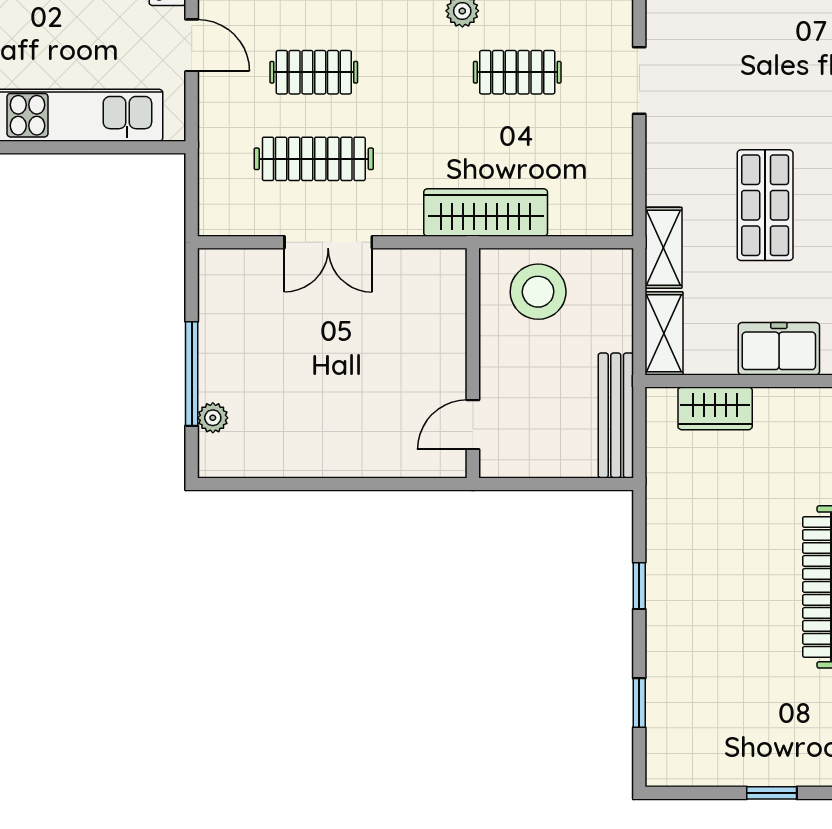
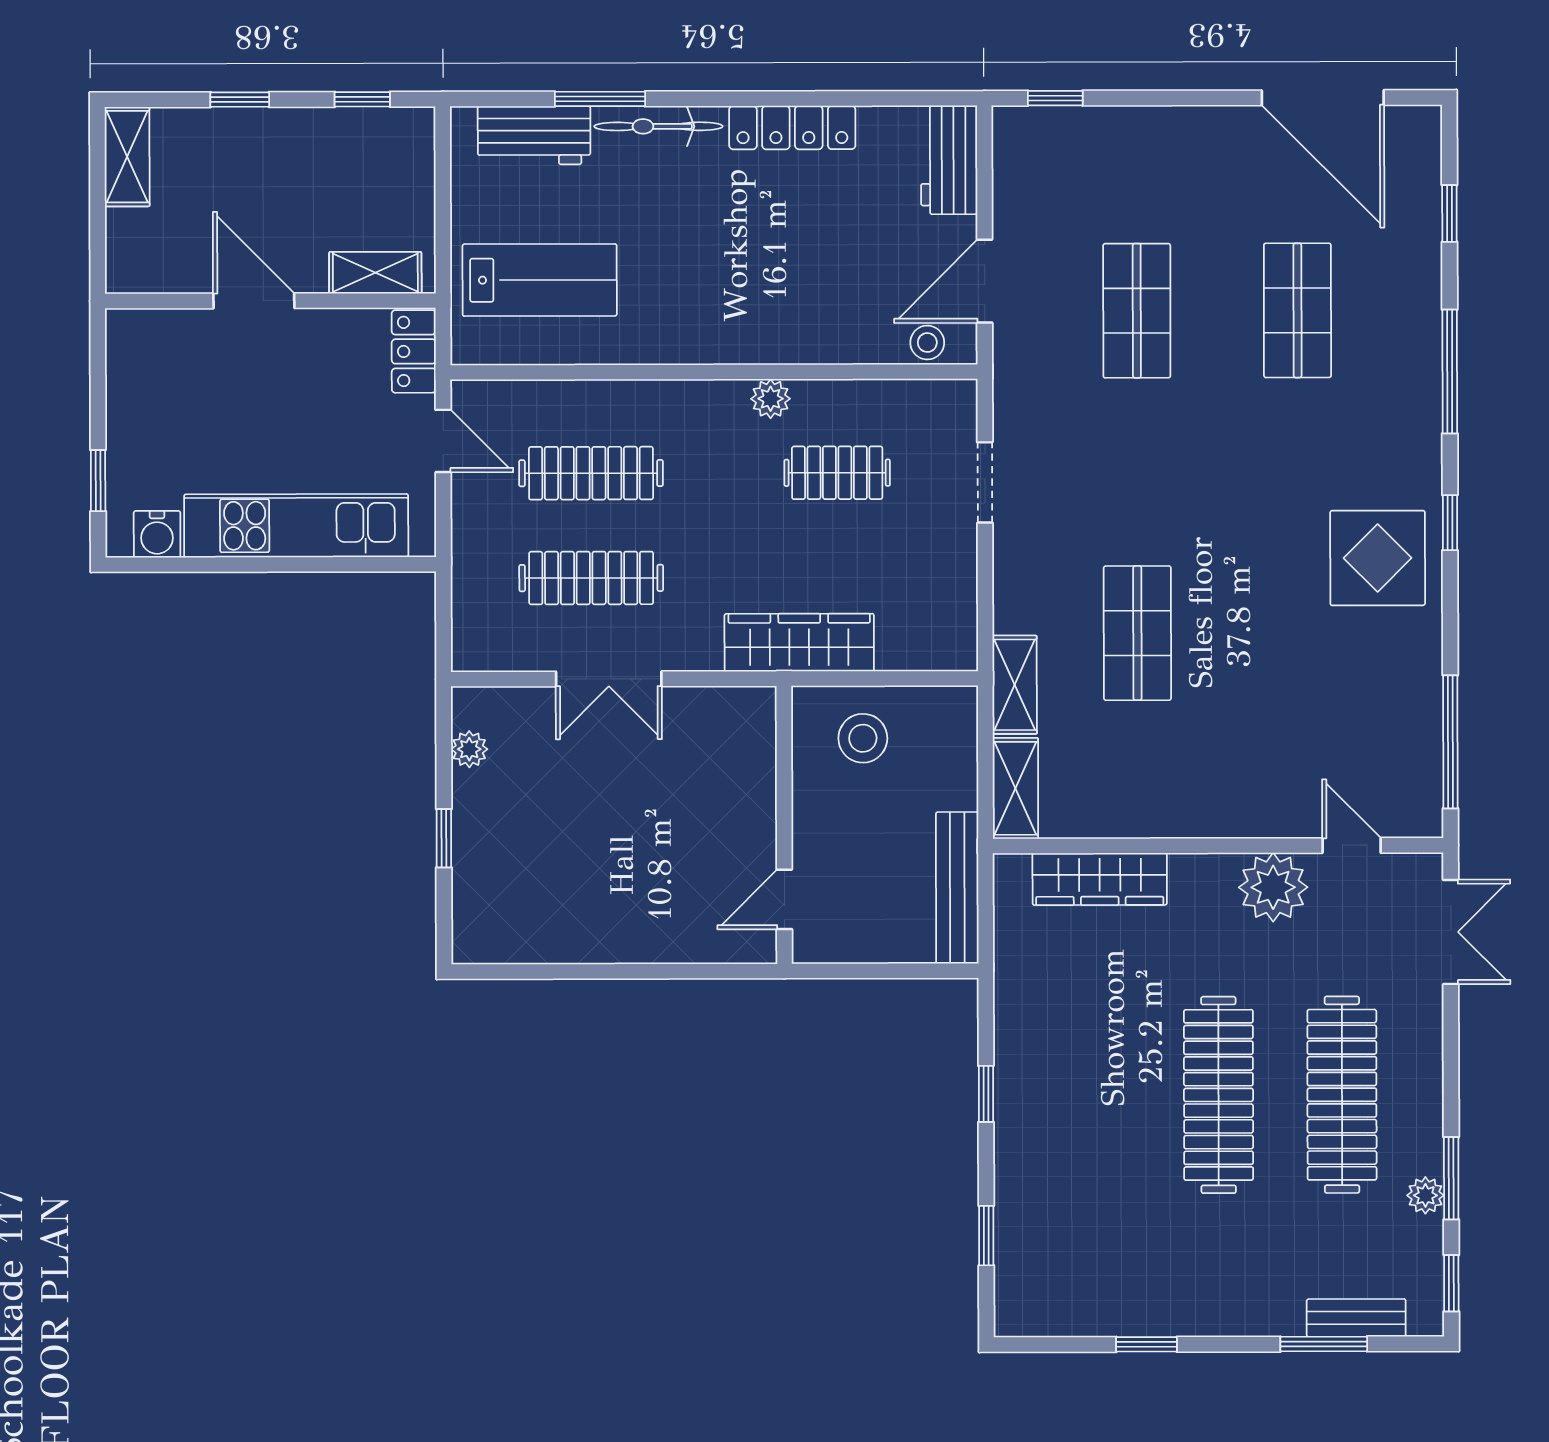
clothes rail: (314, 72) -> (591, 473), width x1.36
stool: (538, 292) -> (863, 738), width x0.73, depth x0.73
freezer: (779, 349) -> (1154, 807), removed
window: (192, 374) -> (444, 838), width x0.46
wardrobe: (715, 408) -> (1100, 879), width x1.50
plant: (213, 418) -> (469, 749), moved

